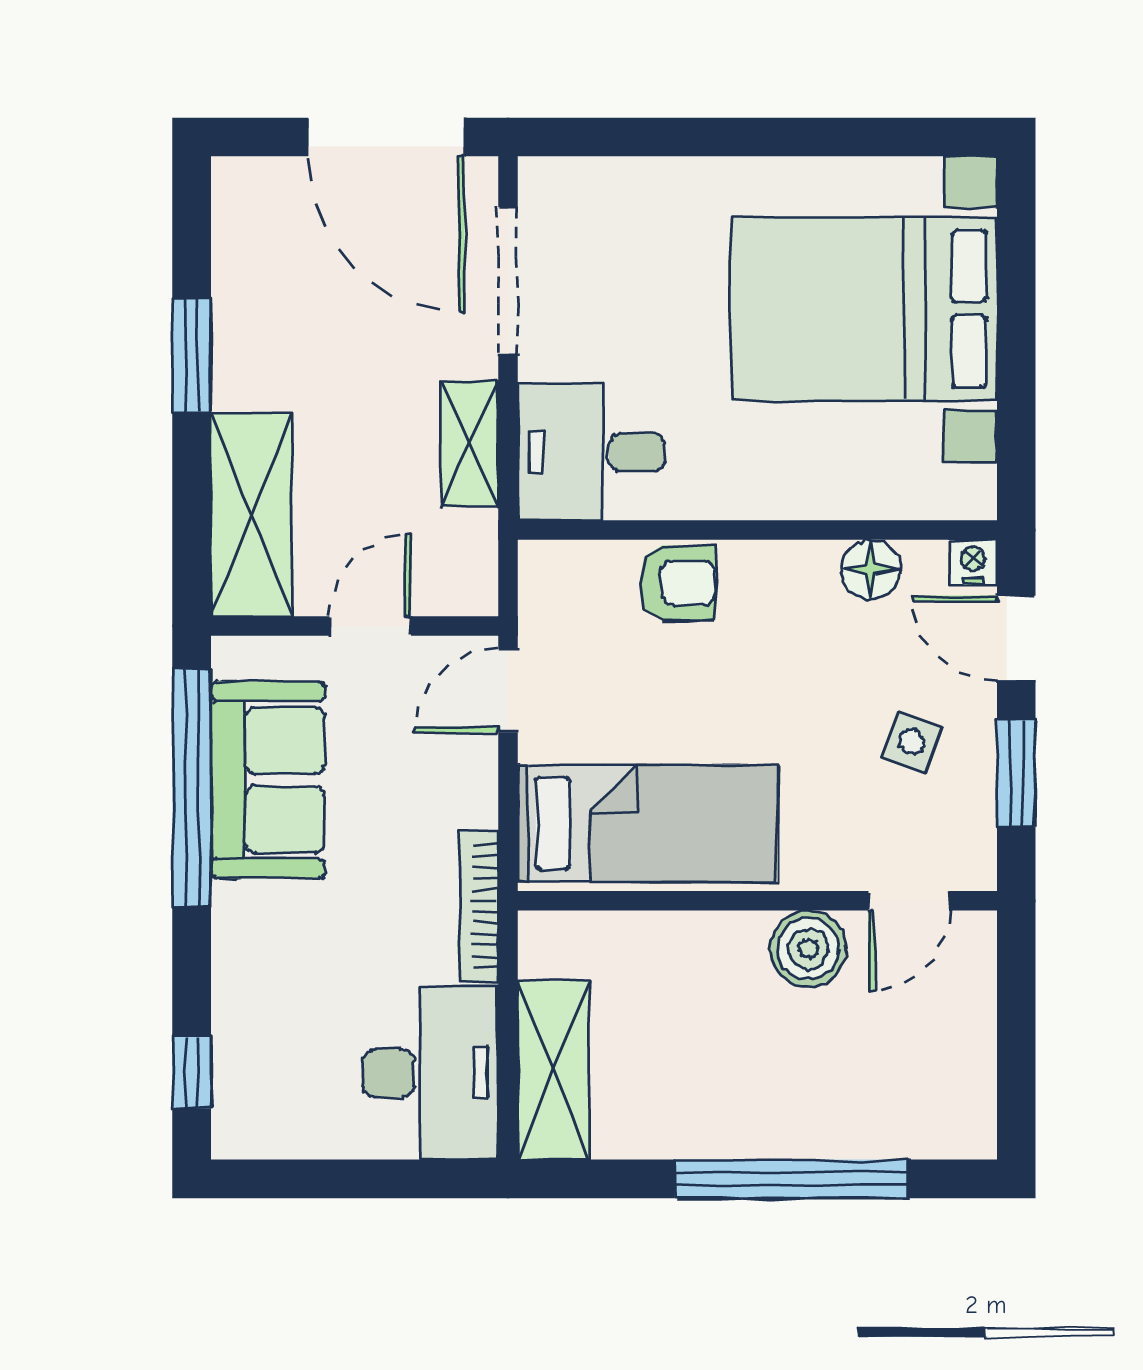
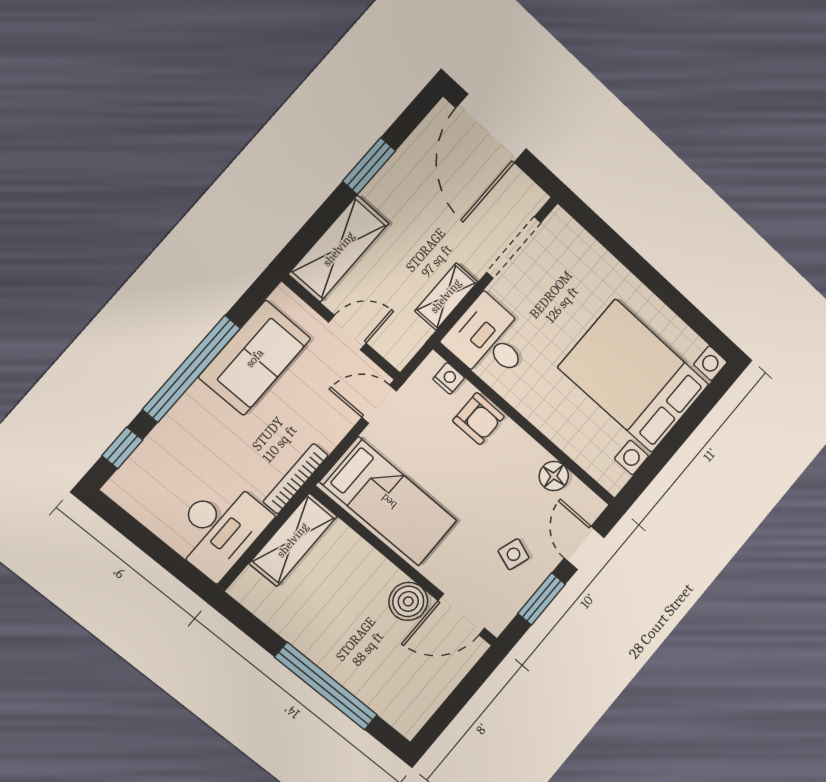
door: (386, 137) -> (491, 128), moved
nightstand: (973, 562) -> (449, 378), moved
window: (192, 787) -> (191, 369), moved
door: (909, 901) -> (461, 614), width x1.38
shelving: (553, 1070) -> (293, 540), moved

